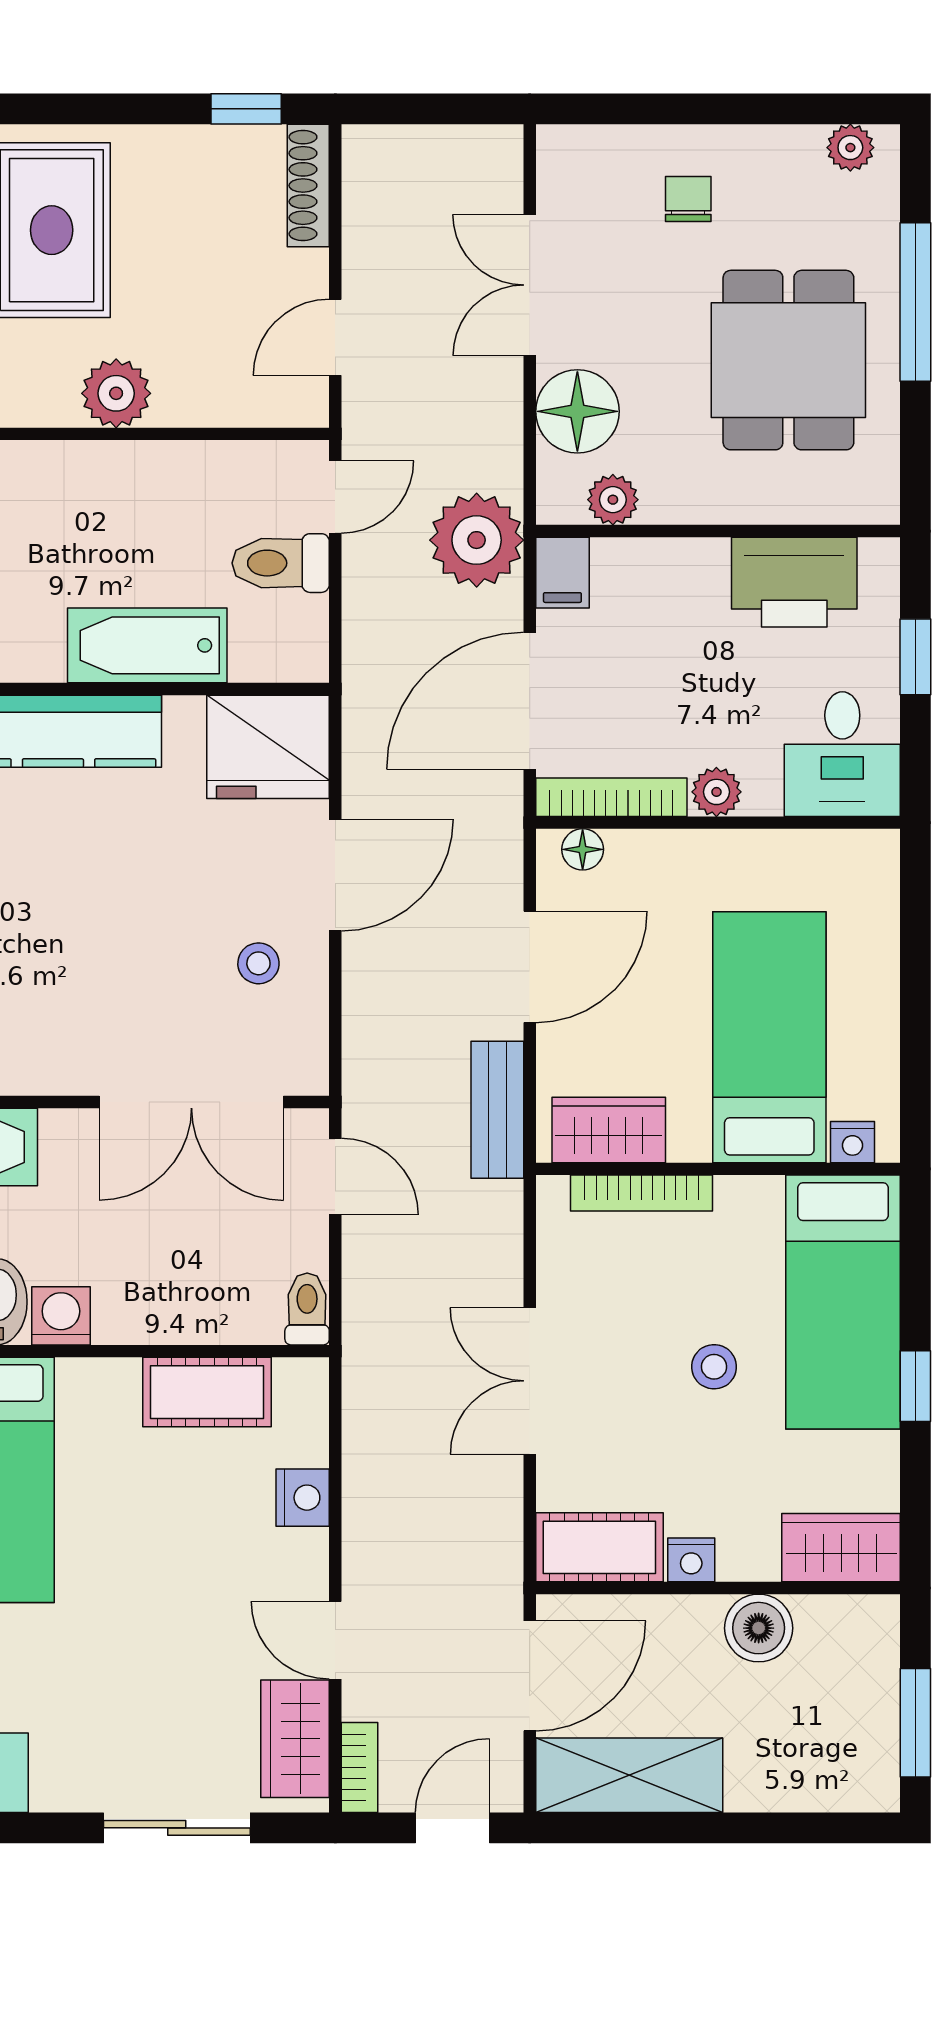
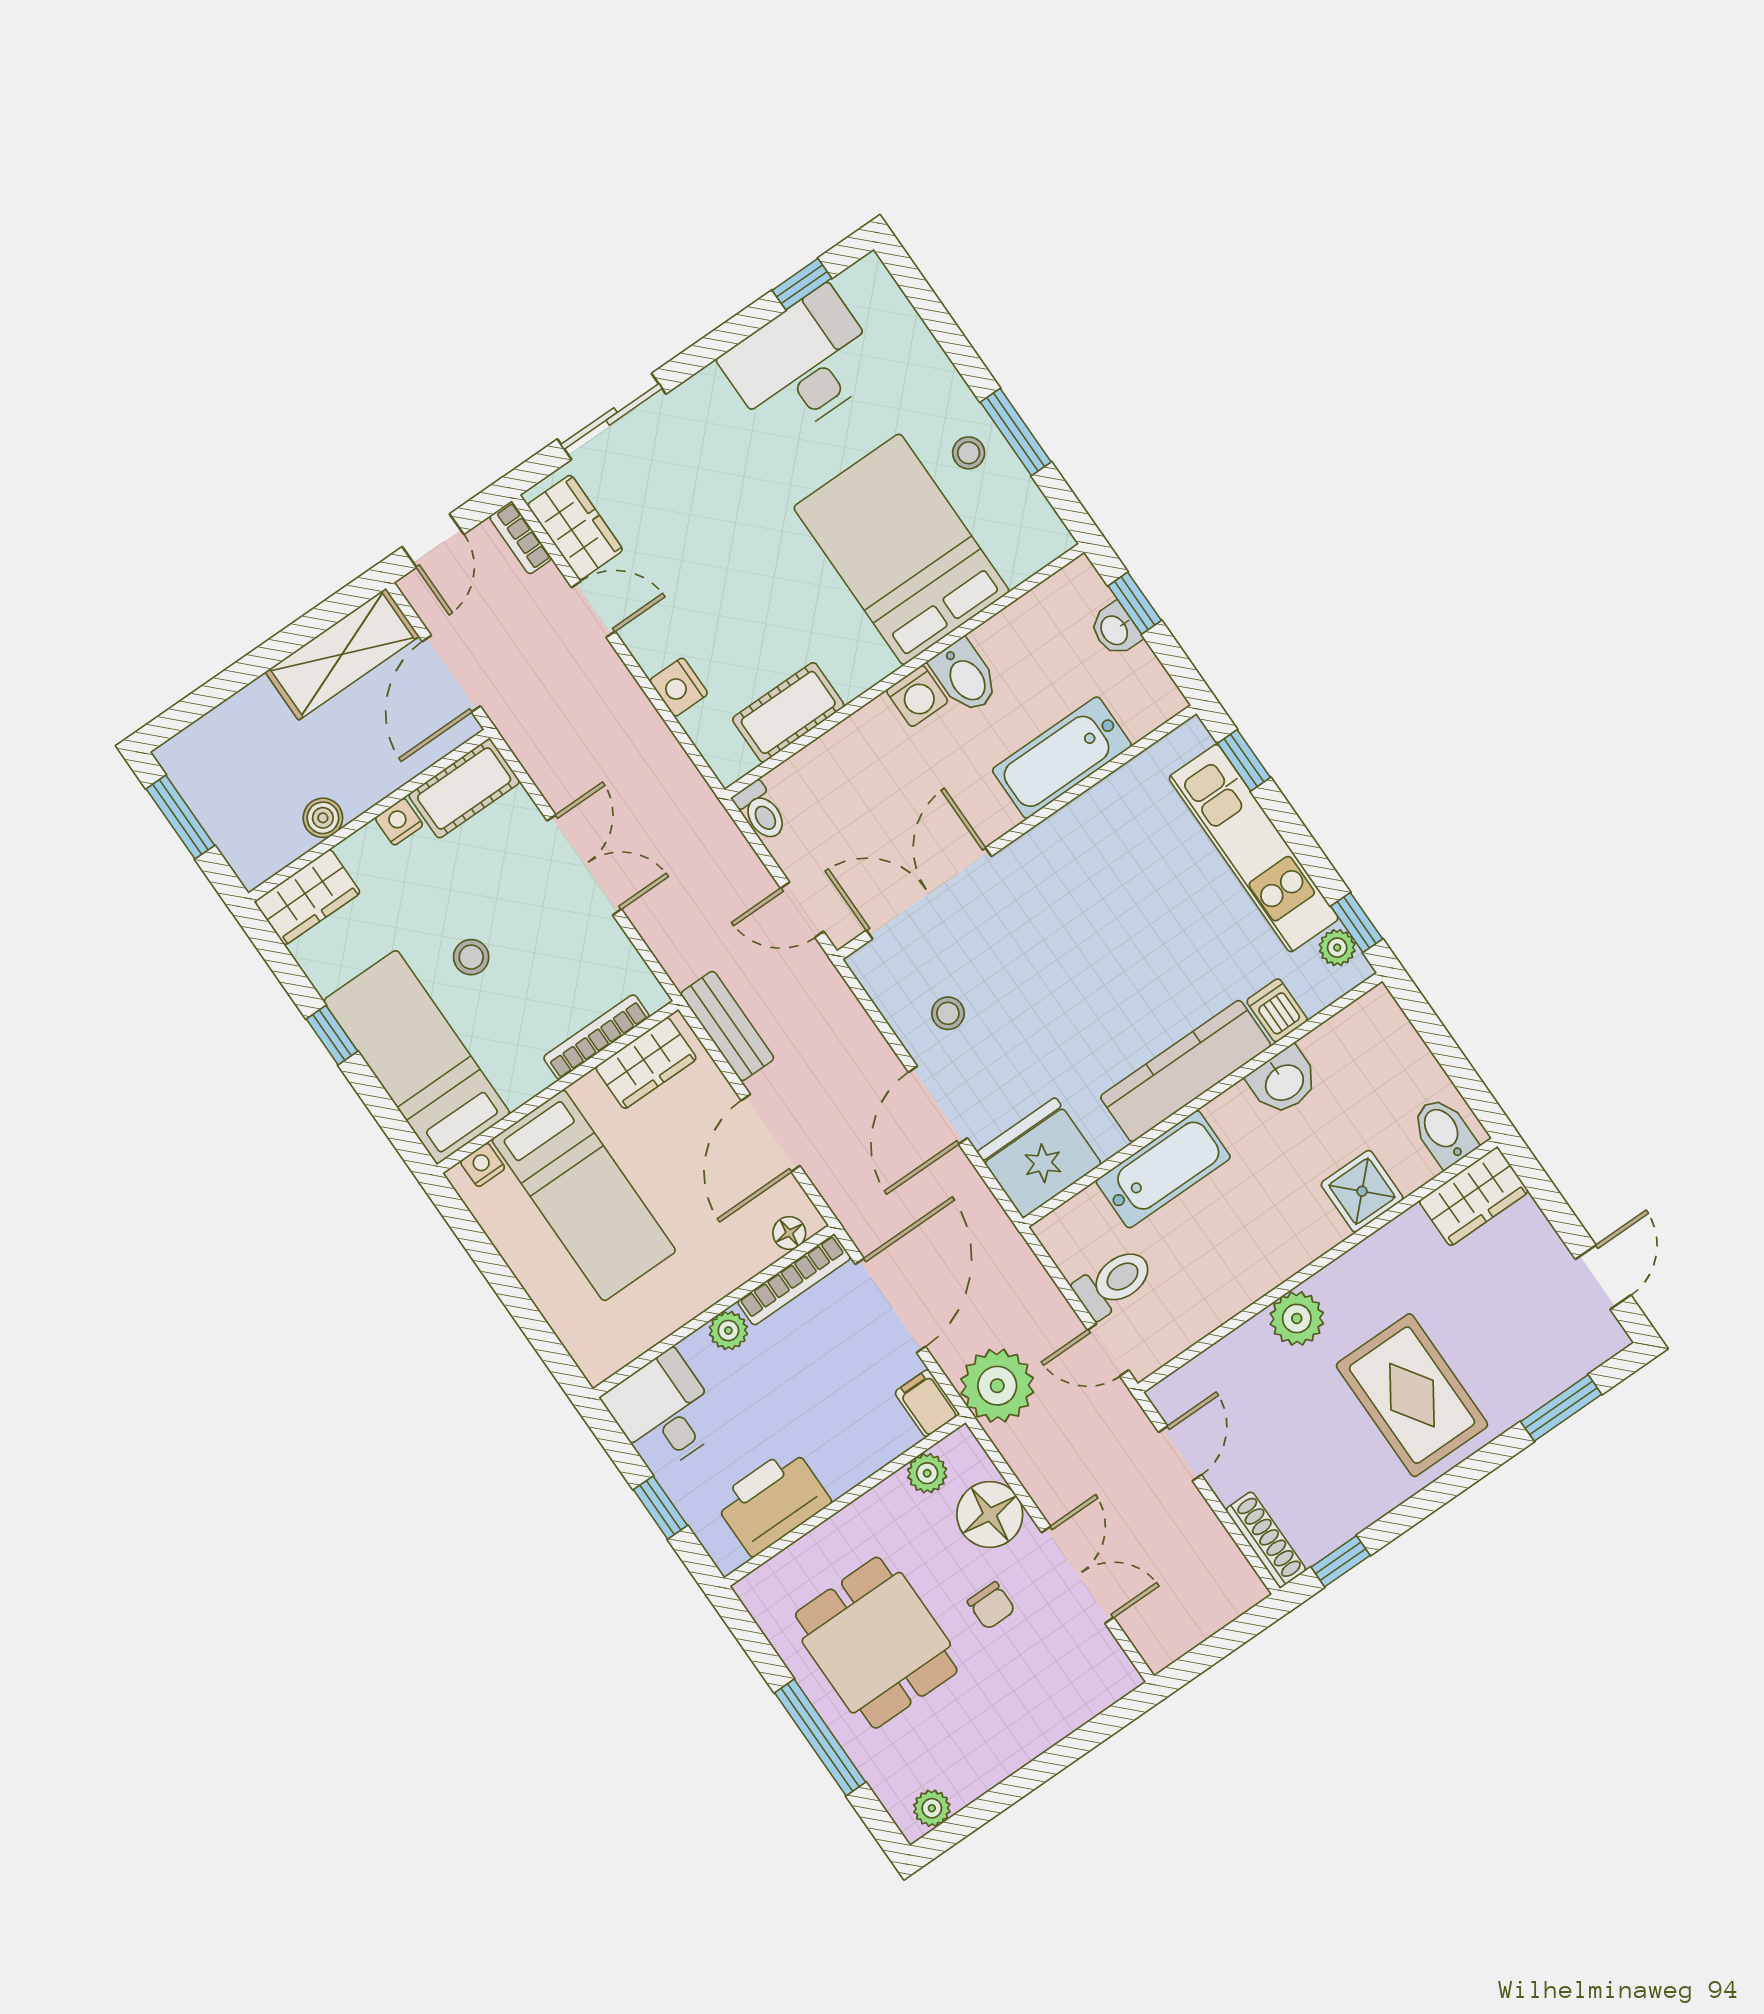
chair: (688, 199) -> (991, 1606), moved
door: (335, 497) -> (1108, 1350), hinge flipped
boiler: (759, 1628) -> (323, 818), width x0.73, depth x0.73

